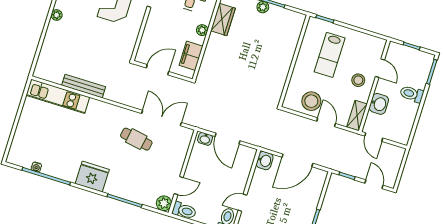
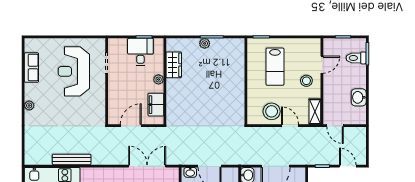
door: (380, 68) -> (322, 65), hinge flipped
toilet: (412, 94) -> (356, 58), moved
washbasin: (379, 104) -> (359, 97), moved, turned 180

